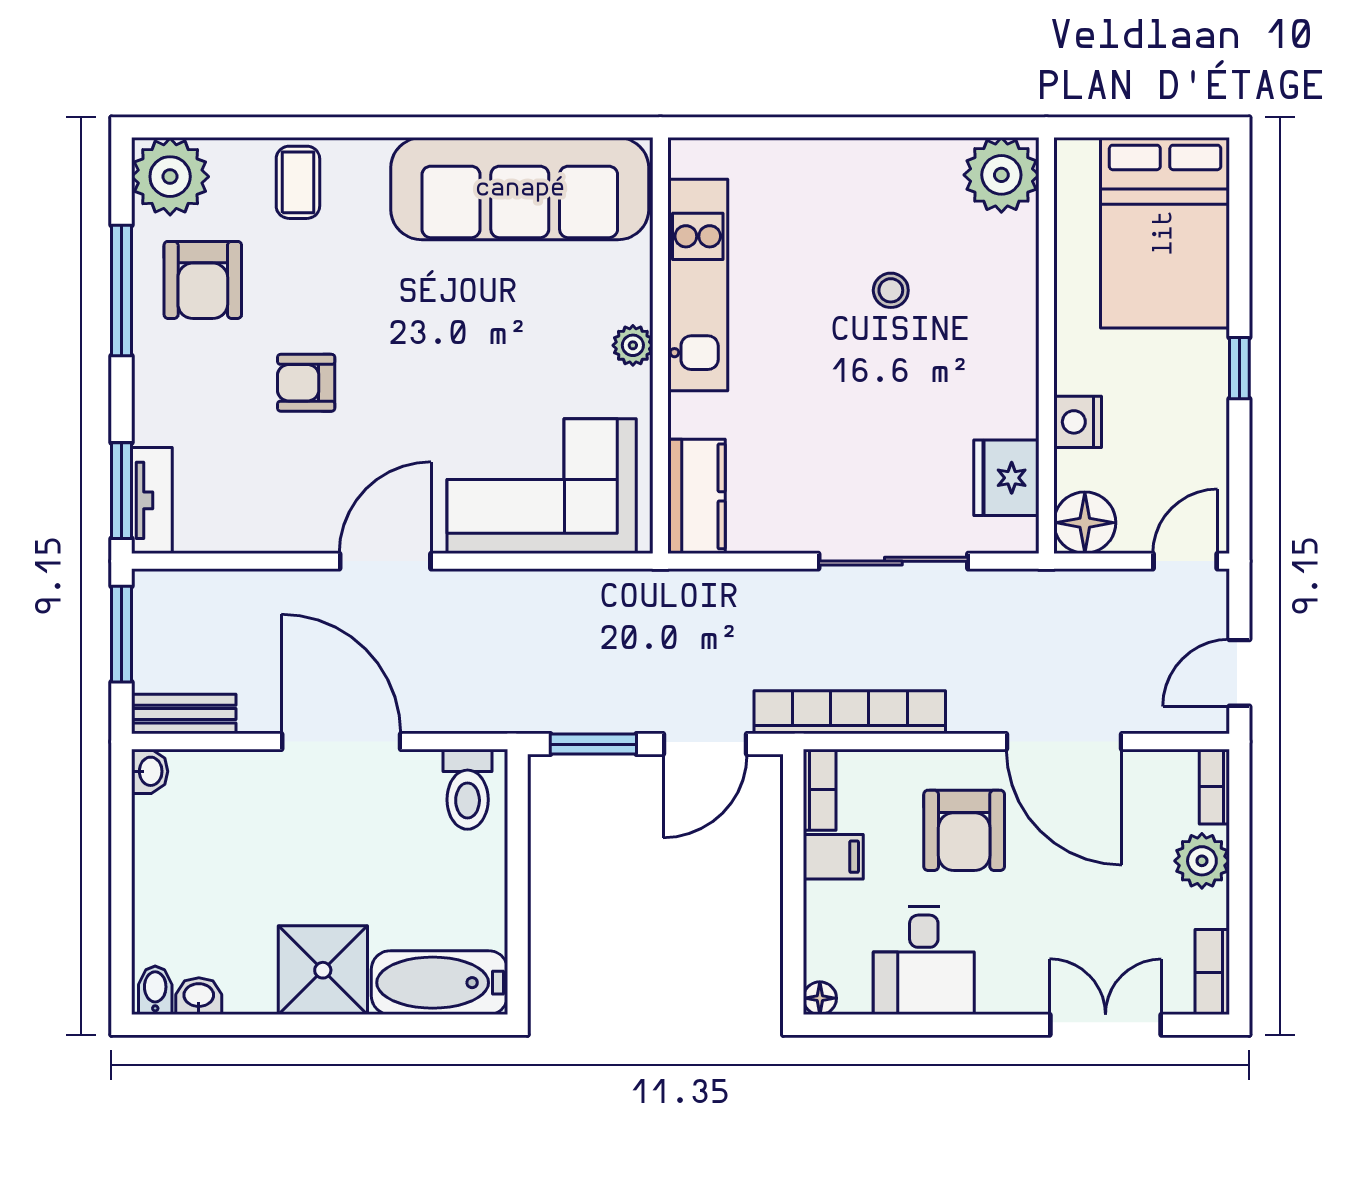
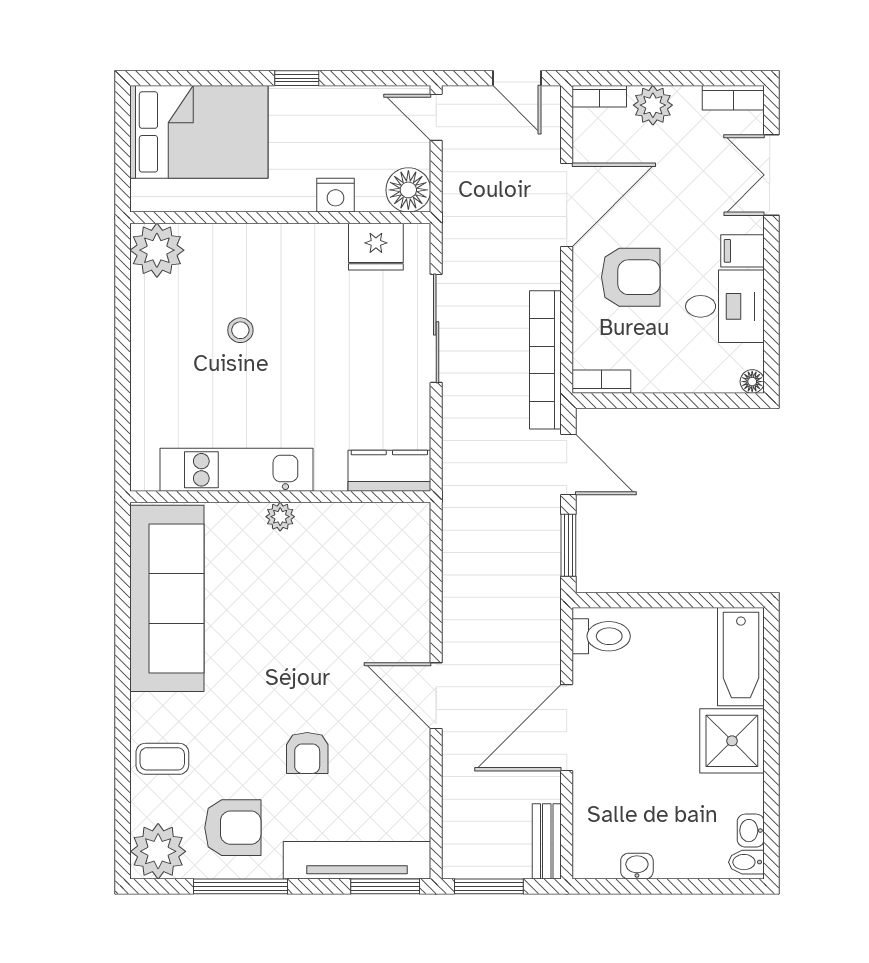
corner sofa: (542, 486) -> (382, 583), removed
tv unit: (152, 500) -> (357, 860), width x1.92, depth x1.29
washbasin: (150, 771) -> (637, 866), moved
filing cabinet: (833, 857) -> (743, 251), moved, turned -90

